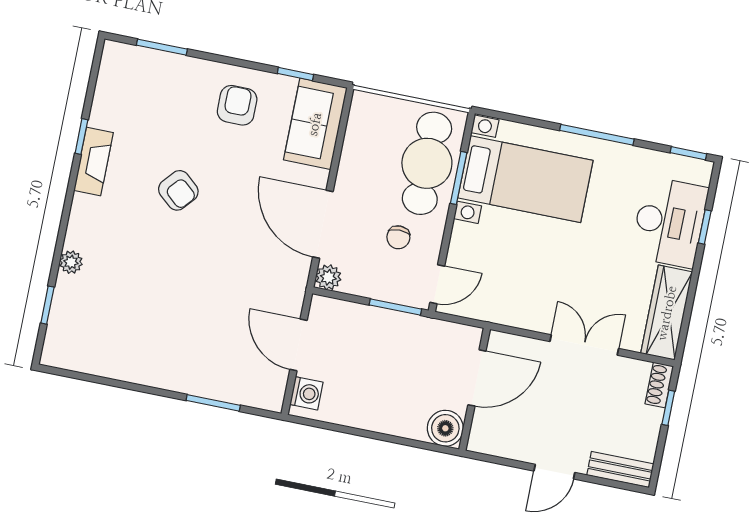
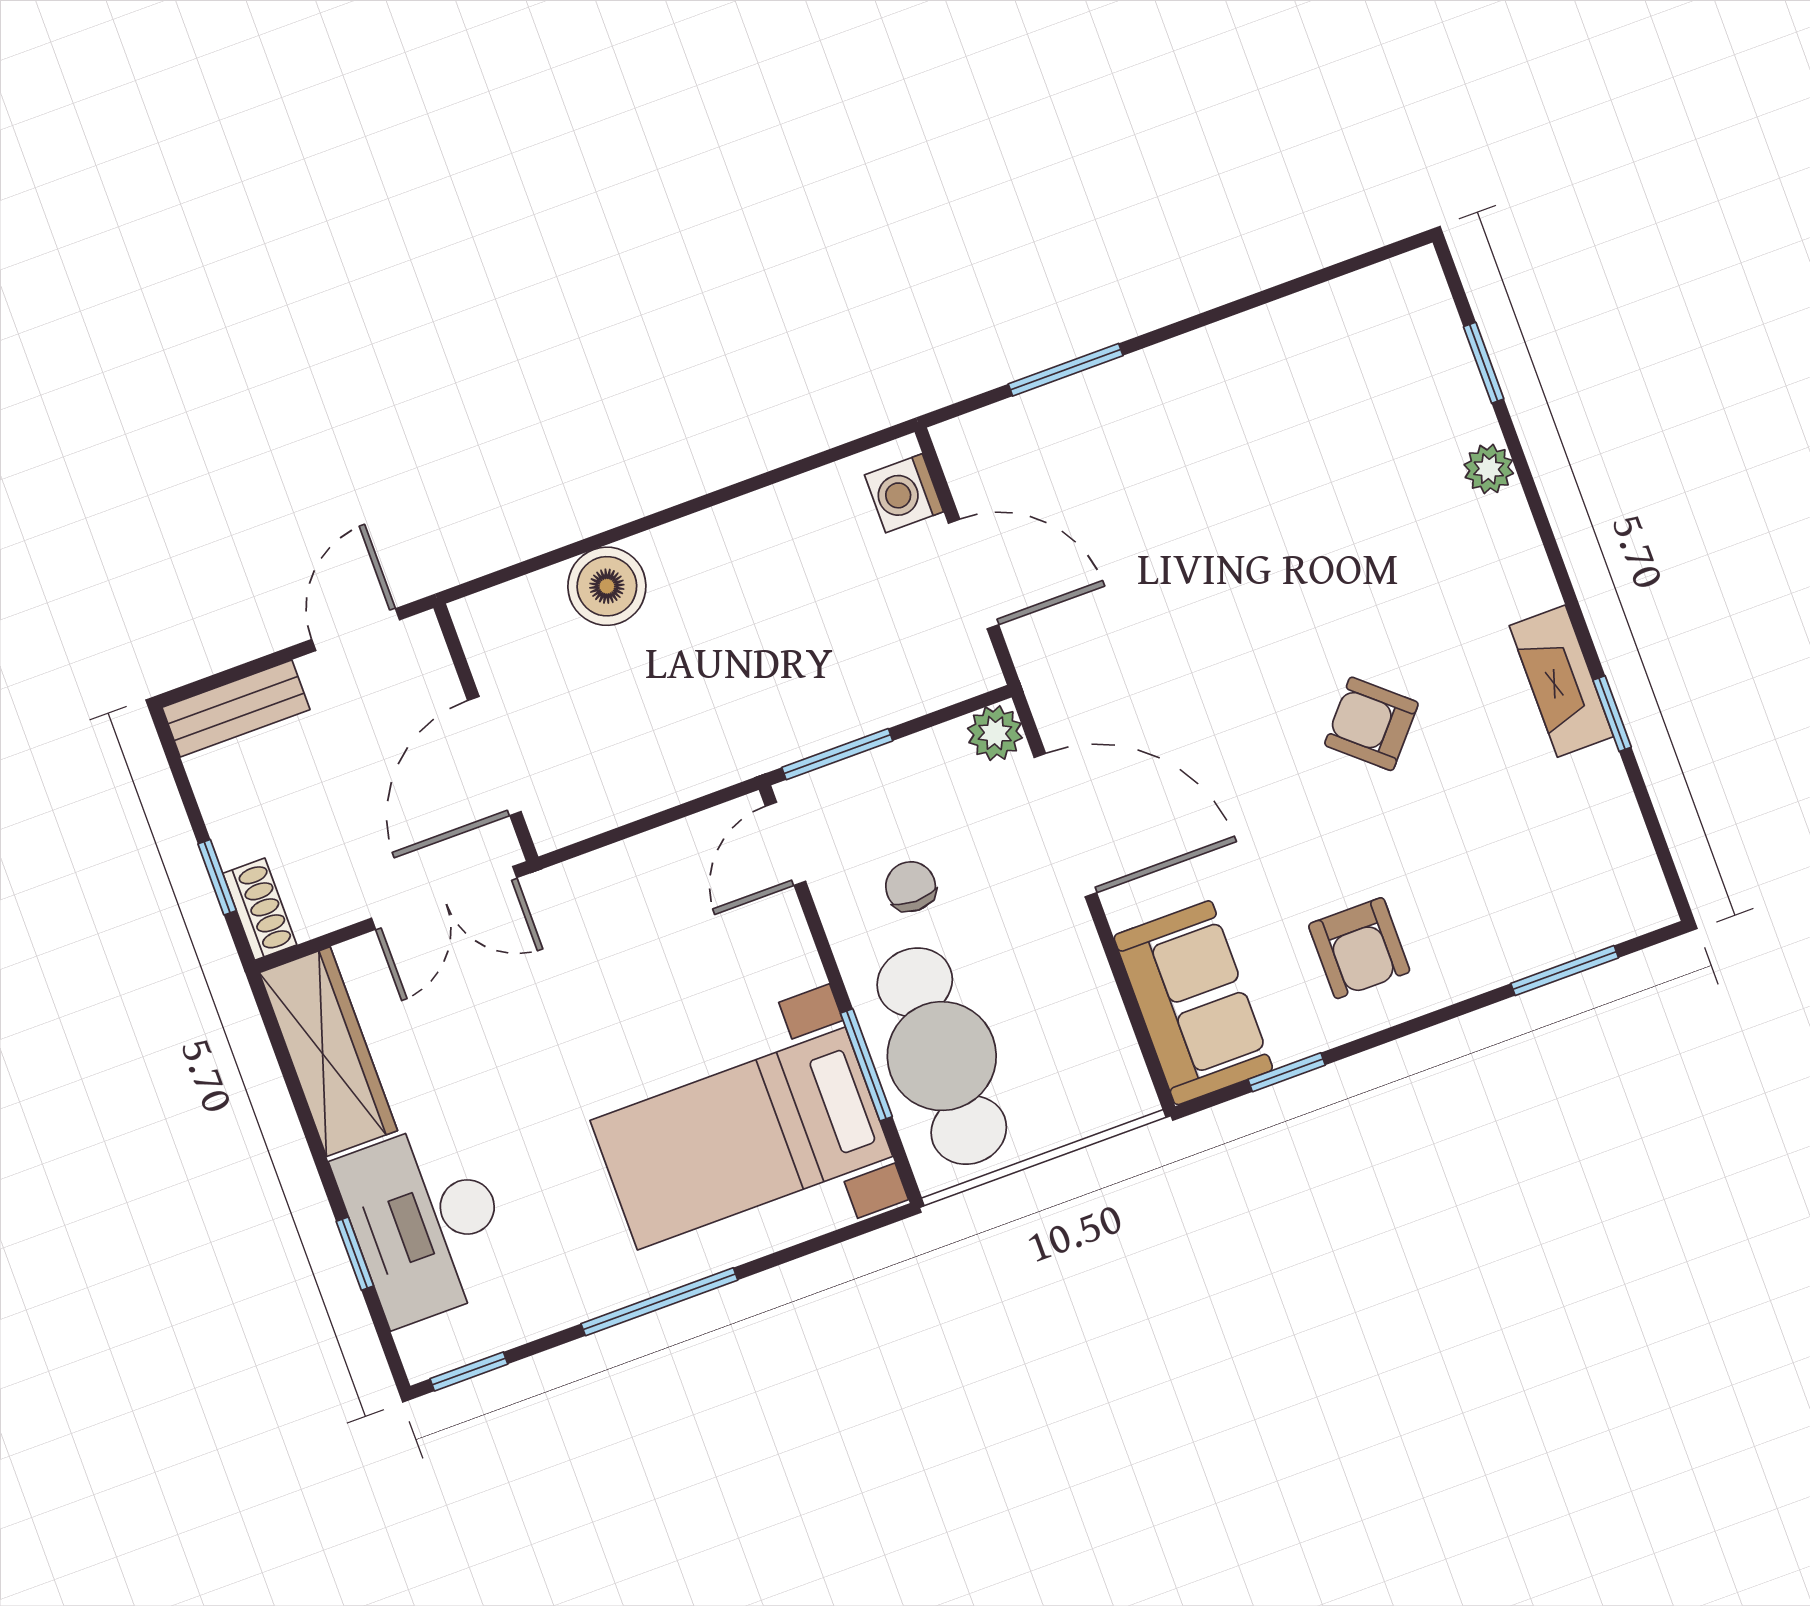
door: (477, 378) -> (494, 756), moved
wall: (475, 389) -> (486, 732), moved

